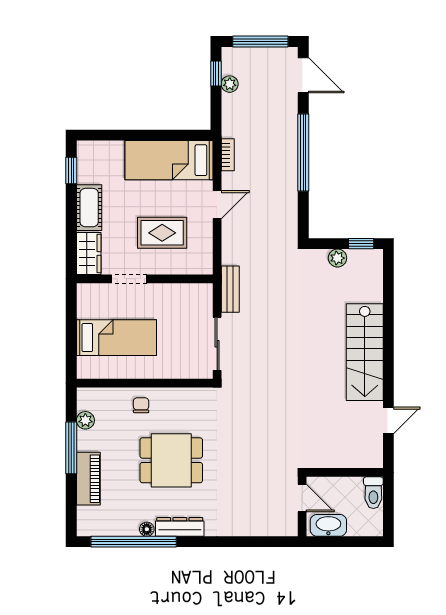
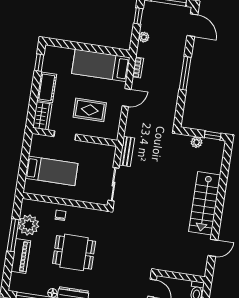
plant: (230, 84) -> (144, 37), moved
window: (303, 152) -> (185, 73), width x0.68
plant: (85, 420) -> (29, 225), width x1.88, depth x1.88

